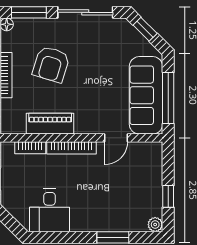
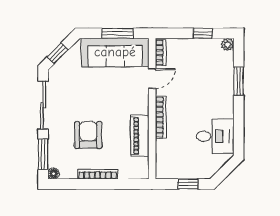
armchair: (51, 64) -> (88, 135), turned -107
window: (168, 98) -> (117, 33), width x0.69
door: (116, 138) -> (152, 78), hinge flipped
bookcase: (30, 148) -> (161, 53), moved

